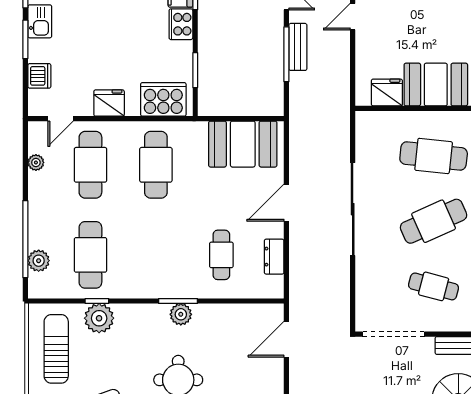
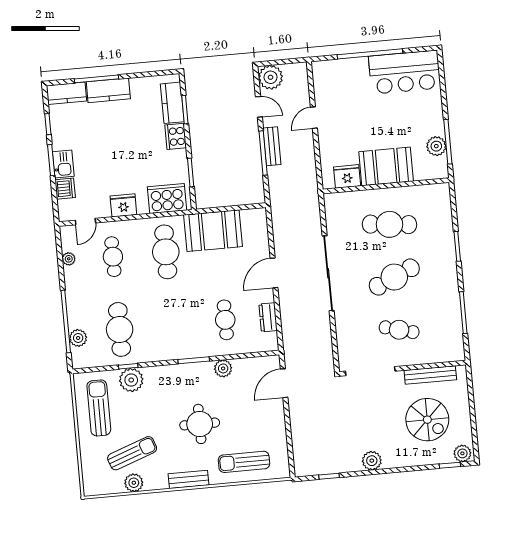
kitchen sink: (40, 21) -> (63, 164), moved
booth: (243, 144) -> (213, 231), moved
cafe table: (90, 165) -> (113, 257), width x0.73, depth x0.74
plant: (181, 314) -> (223, 368), moved

